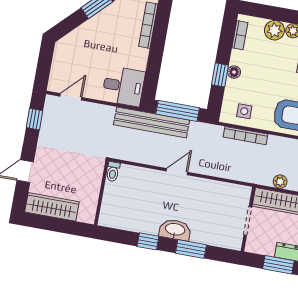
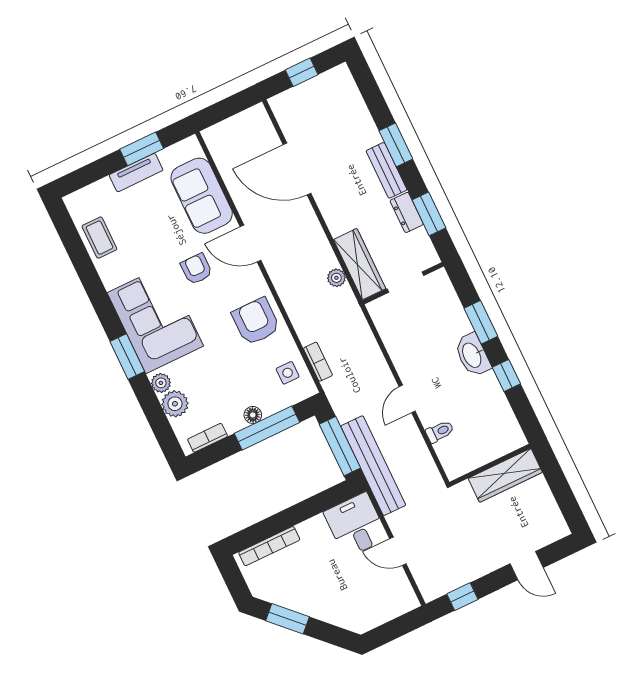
window: (220, 75) -> (267, 428), width x2.17
door: (71, 97) -> (398, 551), moved
bookcase: (245, 136) -> (318, 362), width x0.64
toilet: (113, 172) -> (440, 432), moved
door: (177, 172) -> (407, 399), hinge flipped
wardrobe: (52, 207) -> (505, 475), moved, turned -90

